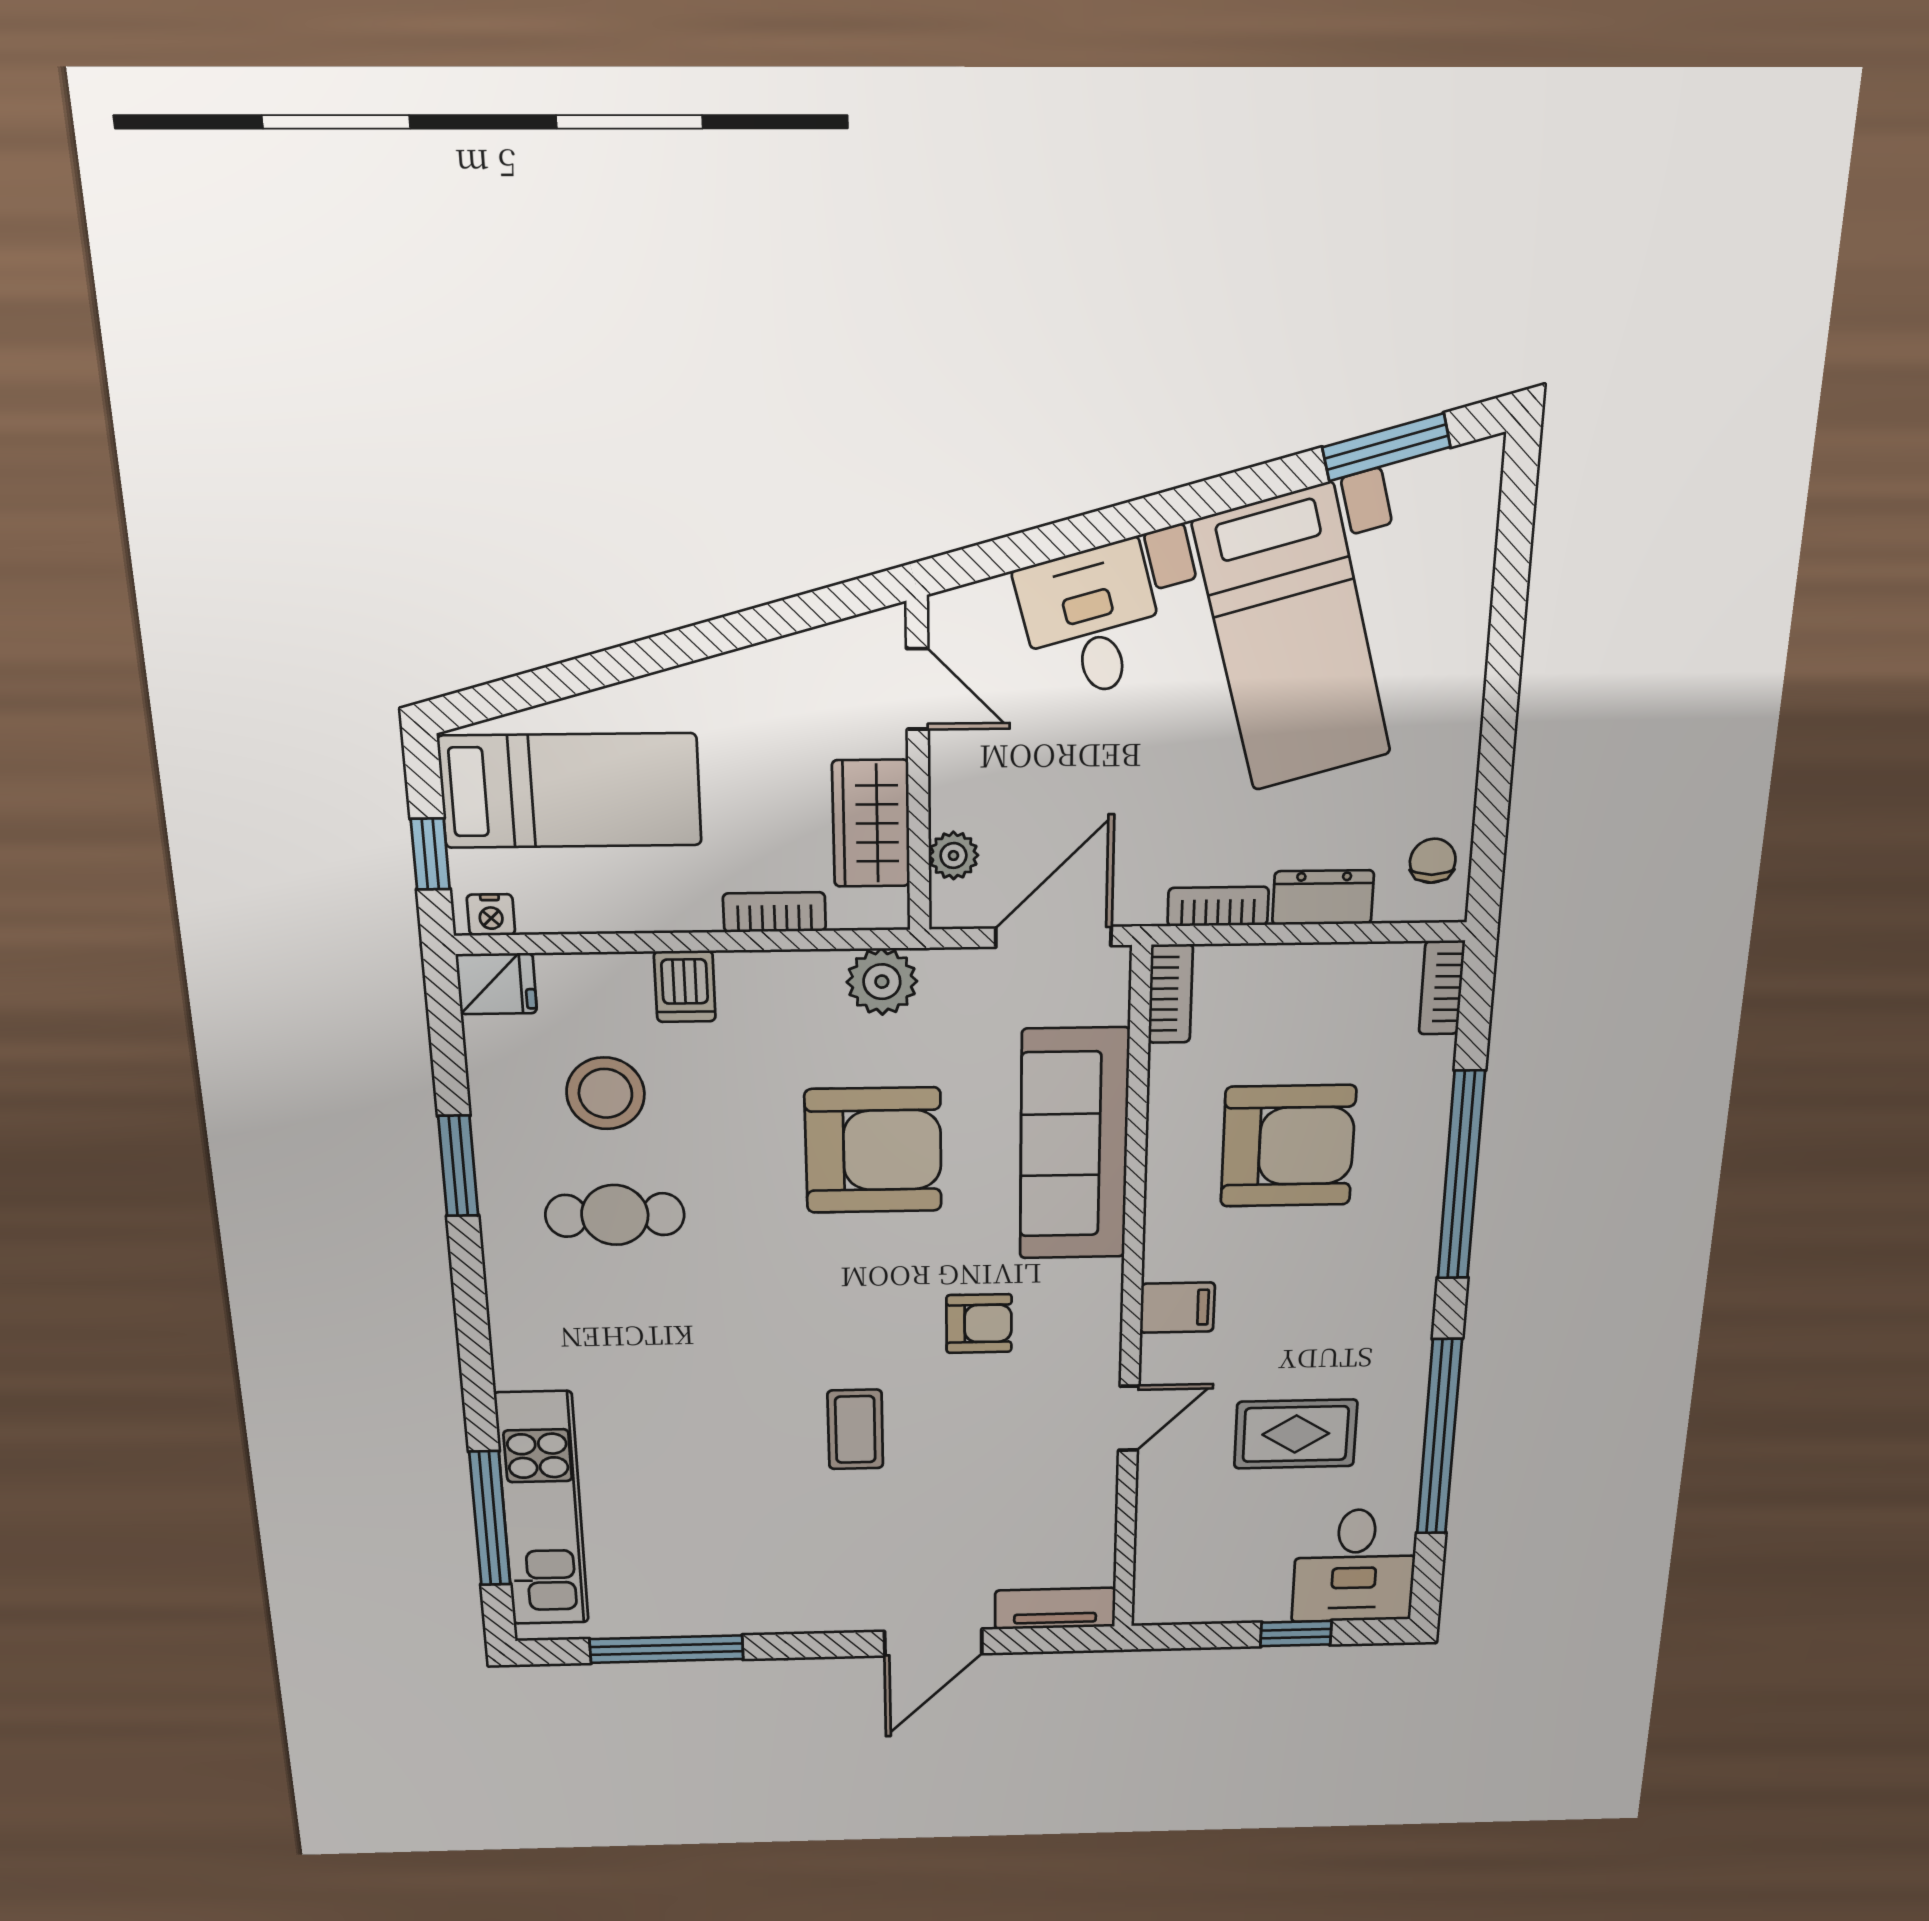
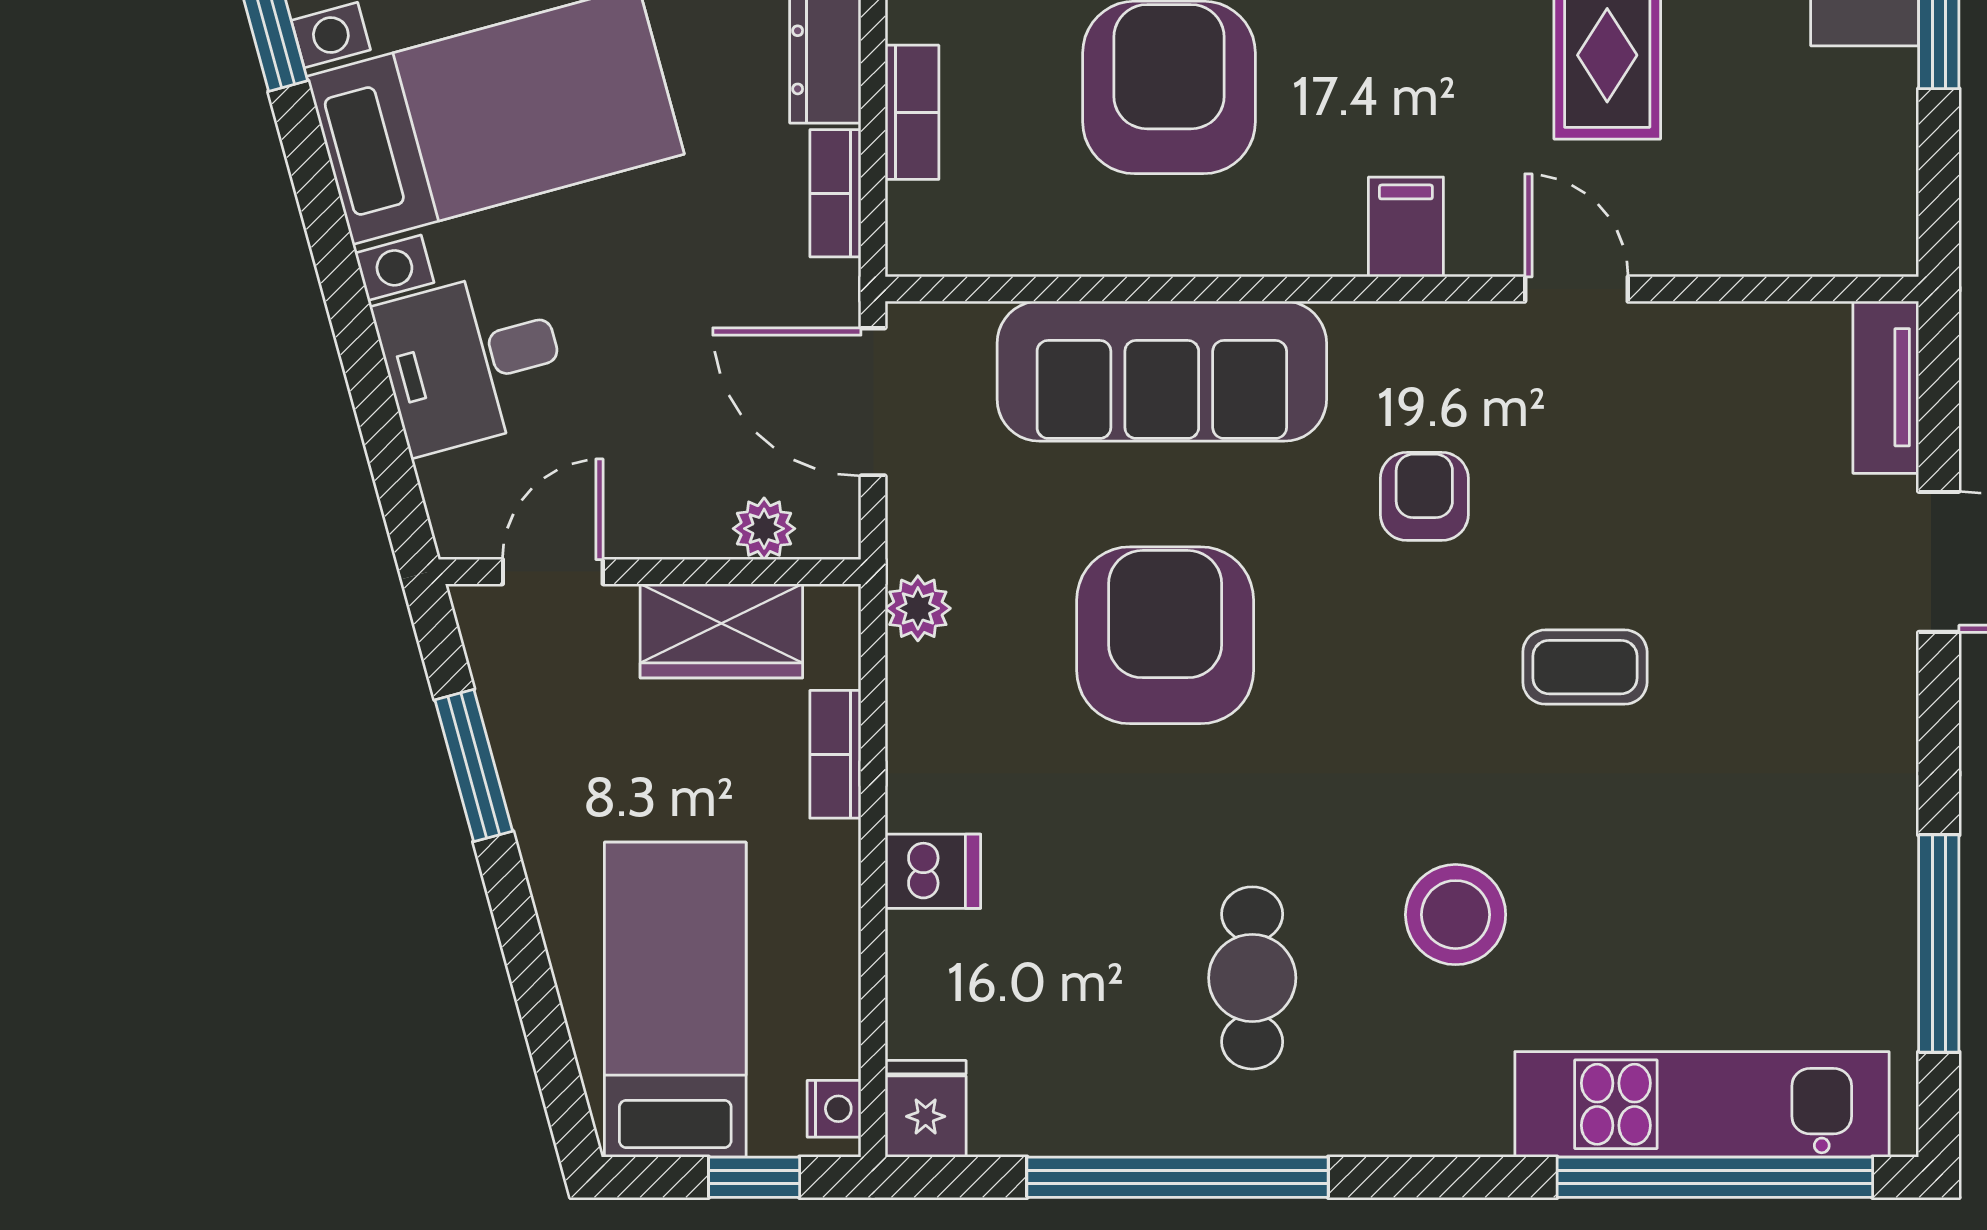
window: (756, 626) -> (474, 765), added
plant: (882, 982) -> (918, 608), width x0.73, depth x0.73
bookcase: (1171, 994) -> (912, 112), moved, turned 90
stool: (605, 1093) -> (1456, 915), moved
window: (458, 1166) -> (1178, 1177), width x2.11
window: (490, 1519) -> (1715, 1177), width x1.46

